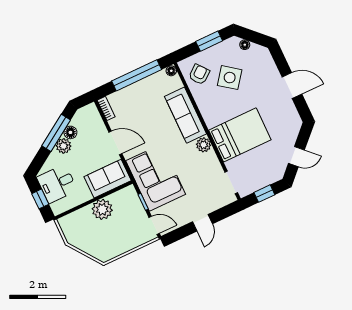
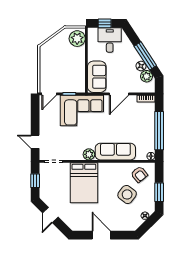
door: (292, 86) -> (101, 235), swing flipped
plant: (64, 146) -> (147, 76), moved
plant: (102, 209) -> (77, 39), moved
door: (202, 223) -> (35, 142), moved

